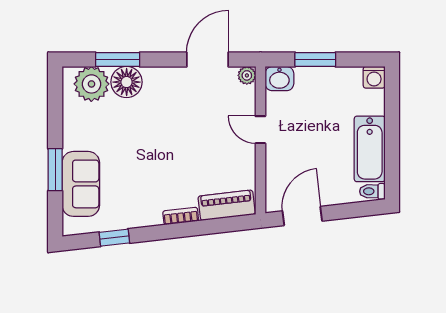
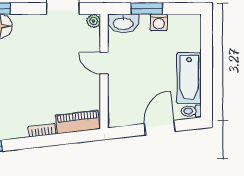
washing machine: (374, 77) -> (159, 22), moved
washbasin: (279, 79) -> (123, 23), width x1.38
door: (302, 216) -> (160, 128), moved

